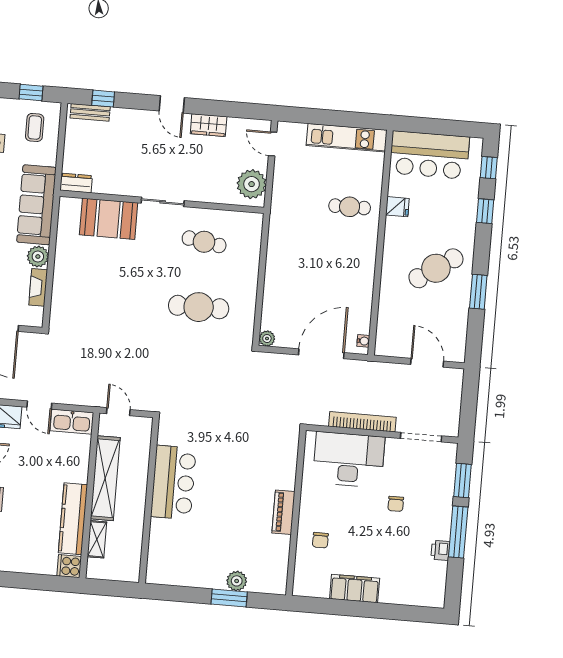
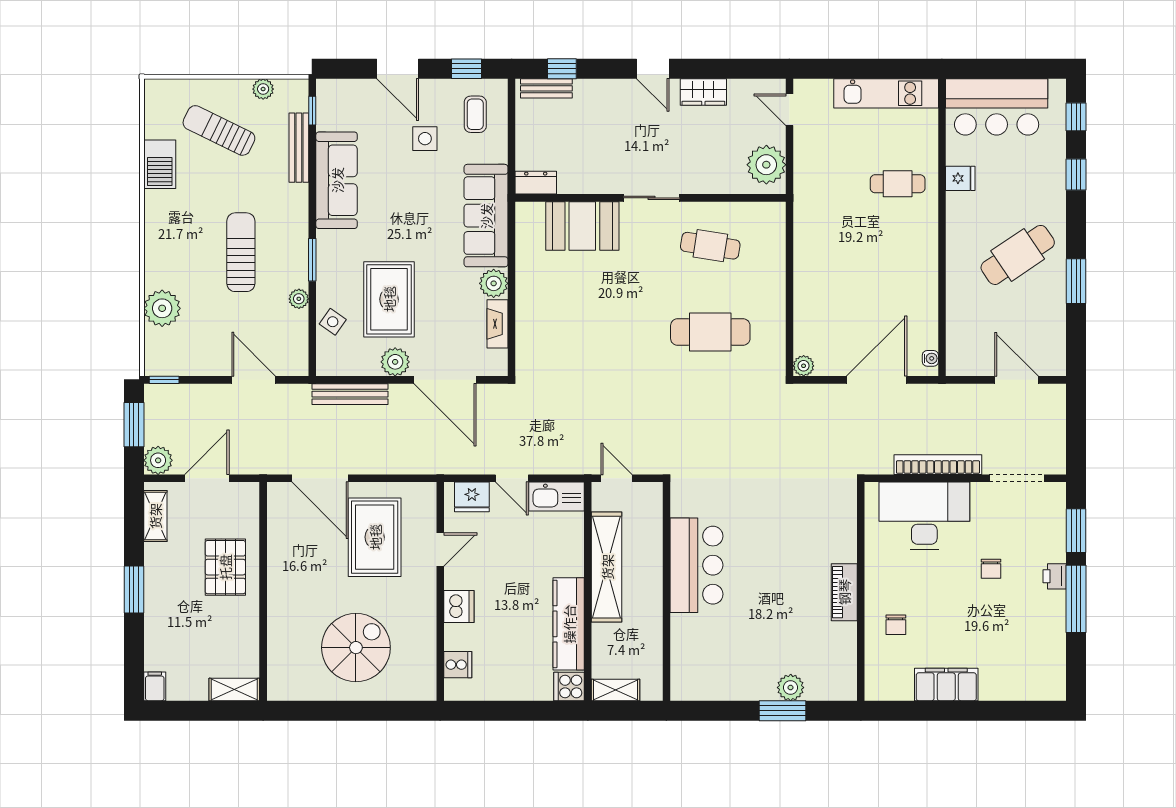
shelving: (97, 539) -> (616, 690), moved, turned 90
printer: (440, 550) -> (1055, 576), moved

